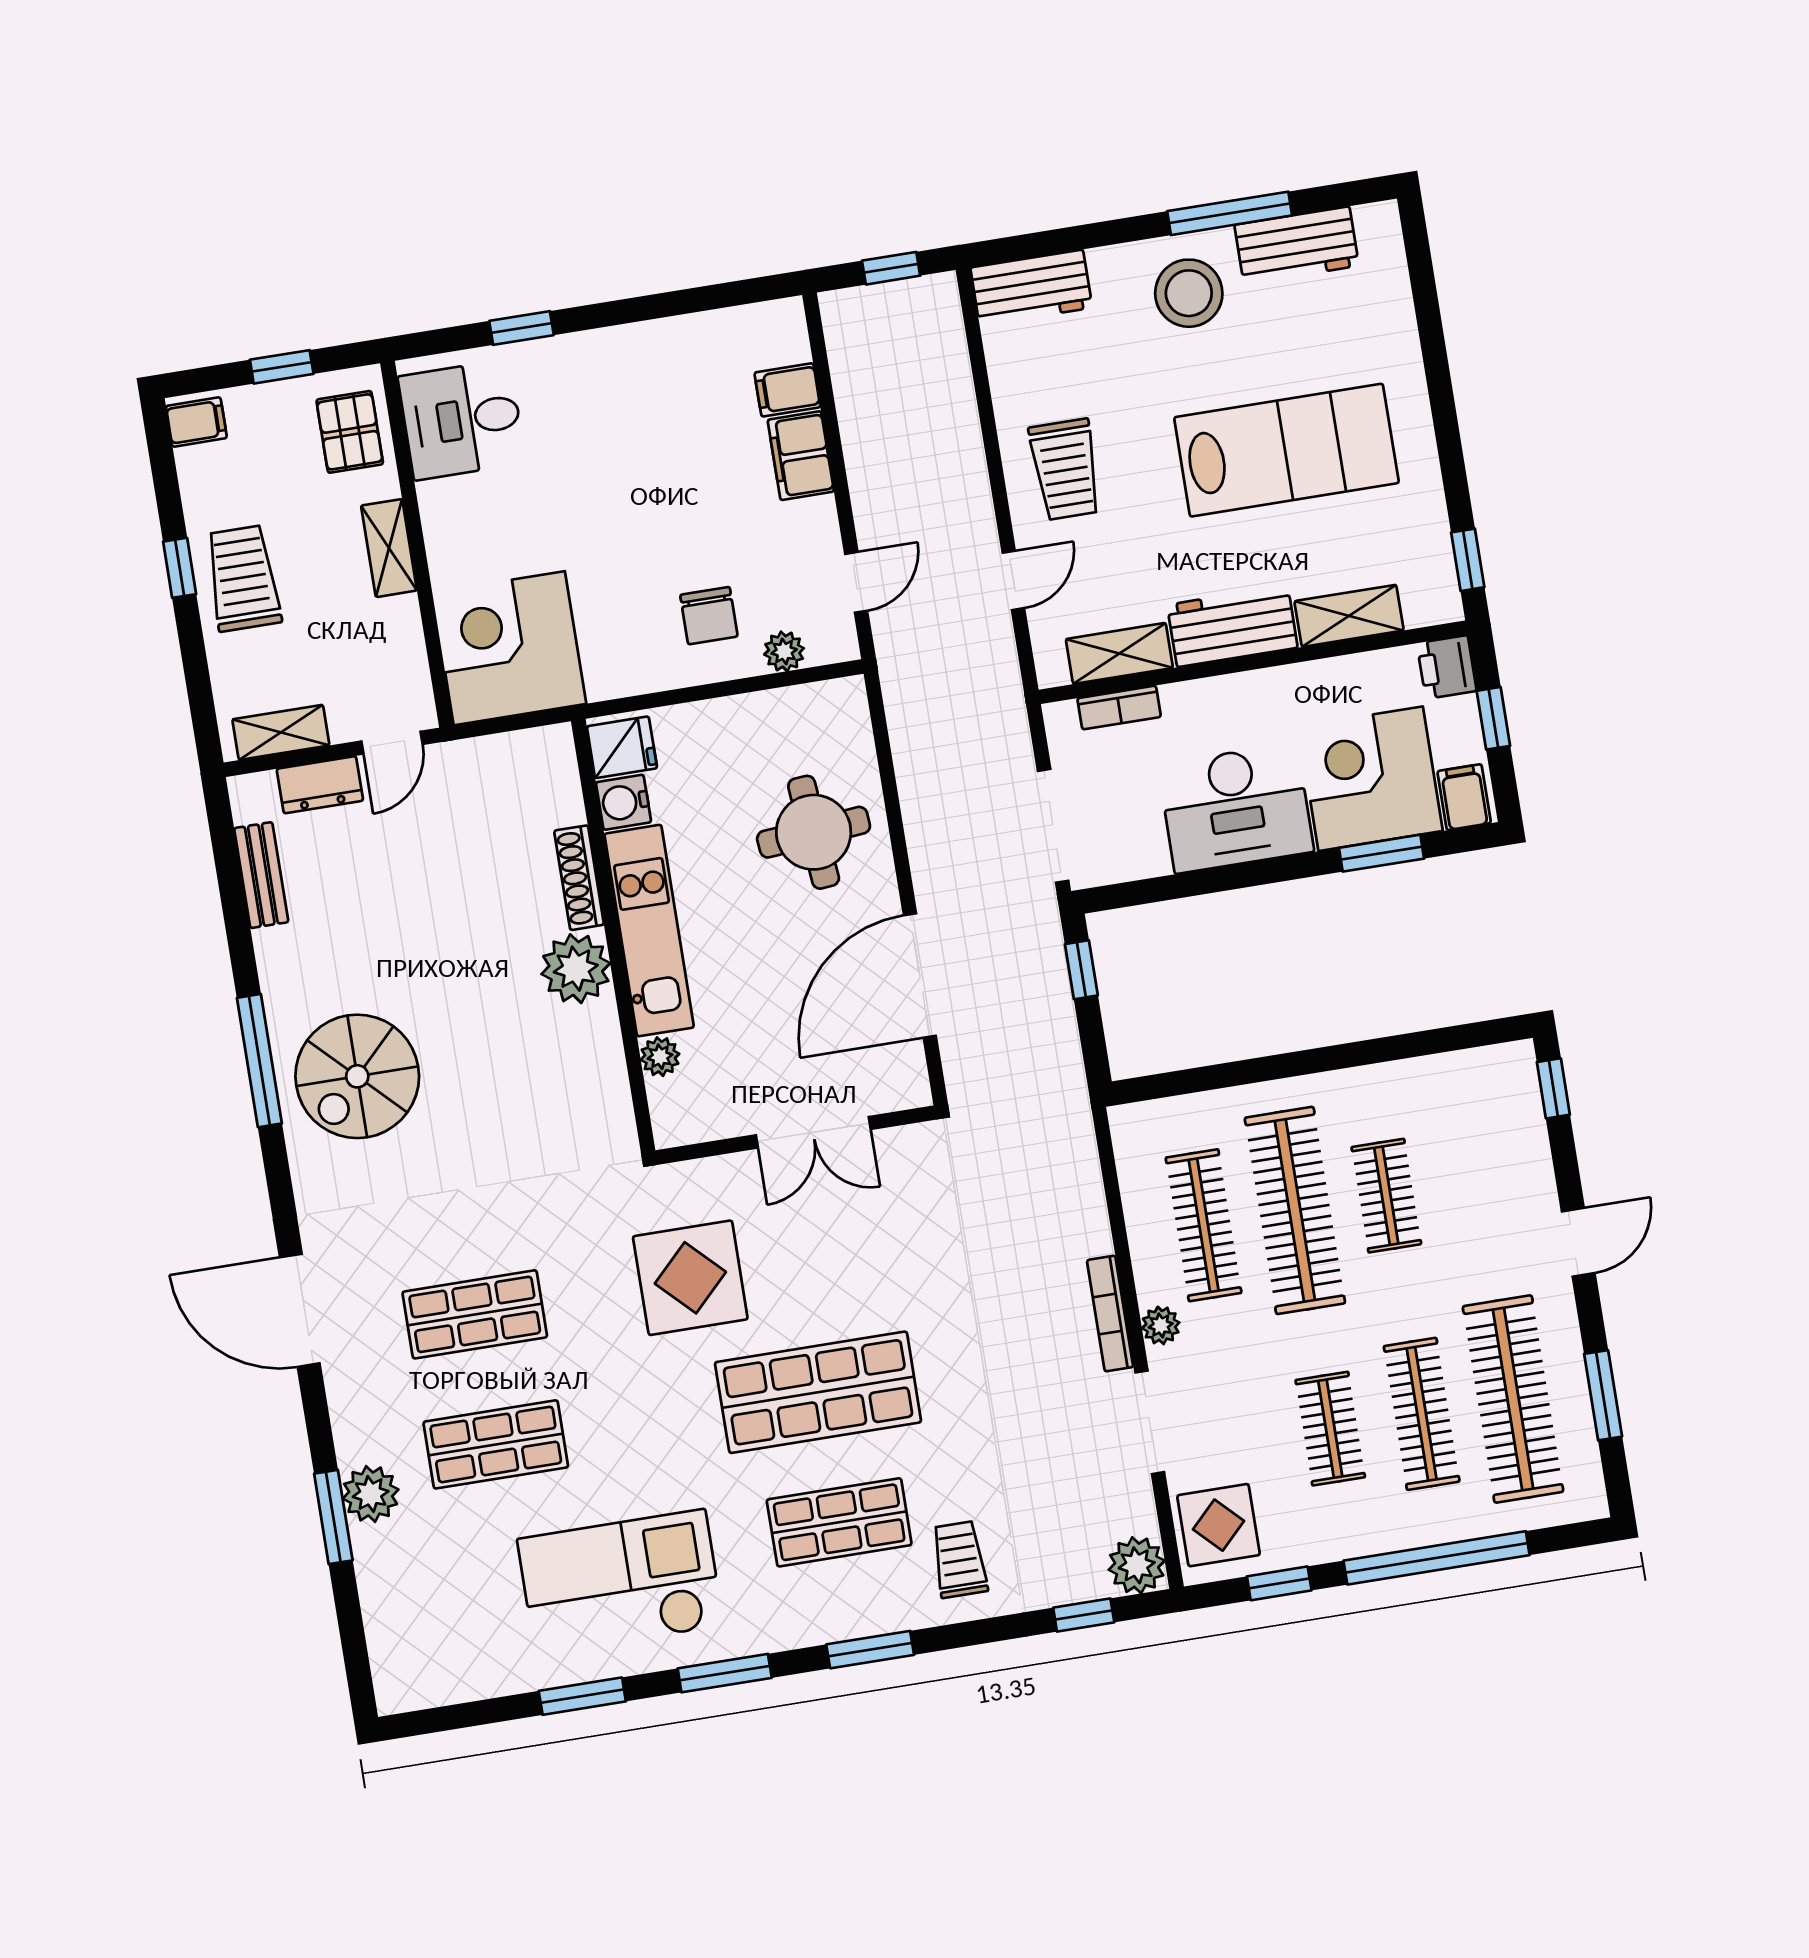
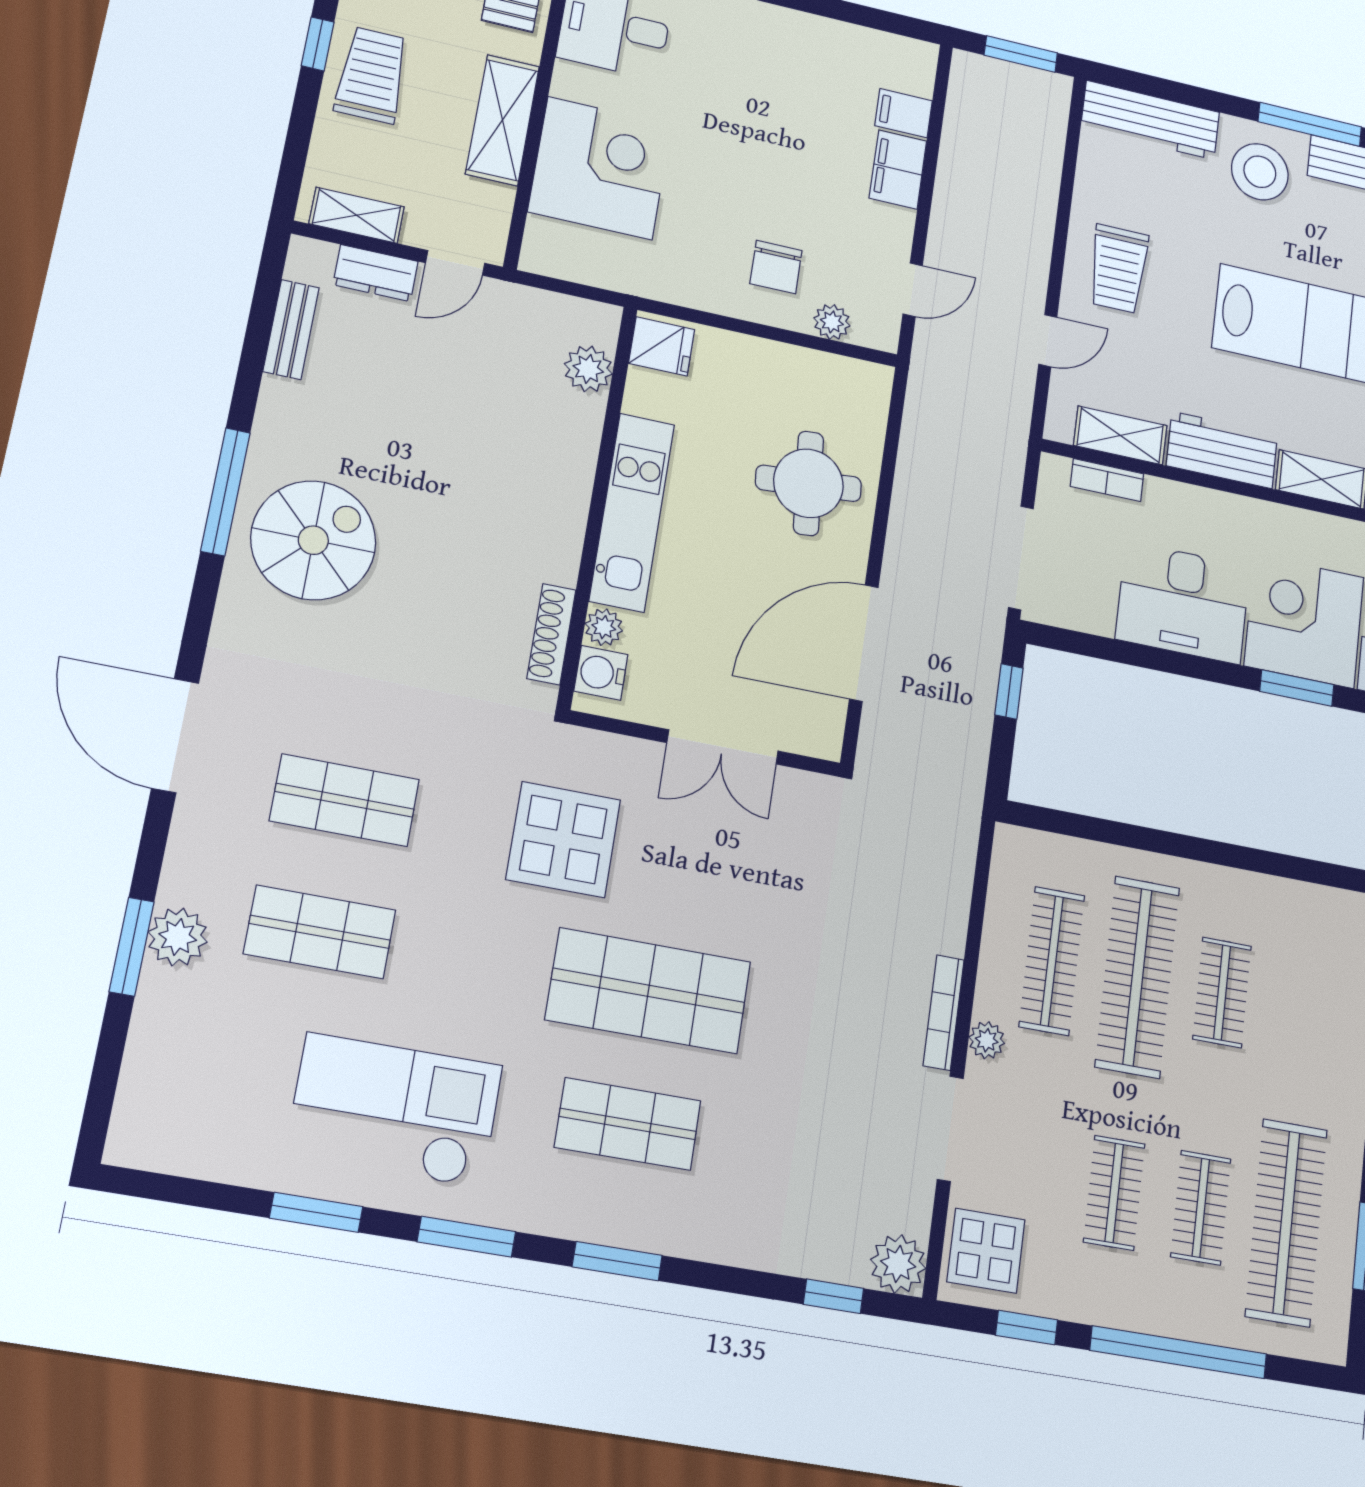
window: (891, 268) -> (1021, 54), width x1.50
workbench: (1031, 288) -> (1150, 120), width x1.38
shelving: (389, 548) -> (503, 120), width x1.50, depth x1.33
corner desk: (509, 648) -> (600, 168), moved, turned 90
water cooler: (624, 802) -> (601, 673), moved
shoe rack: (579, 878) -> (551, 634), moved
plant: (576, 969) -> (588, 369), moved, width x0.73, depth x0.73
spiral stairs: (357, 1076) -> (313, 540), turned 180
clothes rail: (1422, 1414) -> (1201, 1208), width x0.73
trolley: (959, 1559) -> (732, 1200), removed

